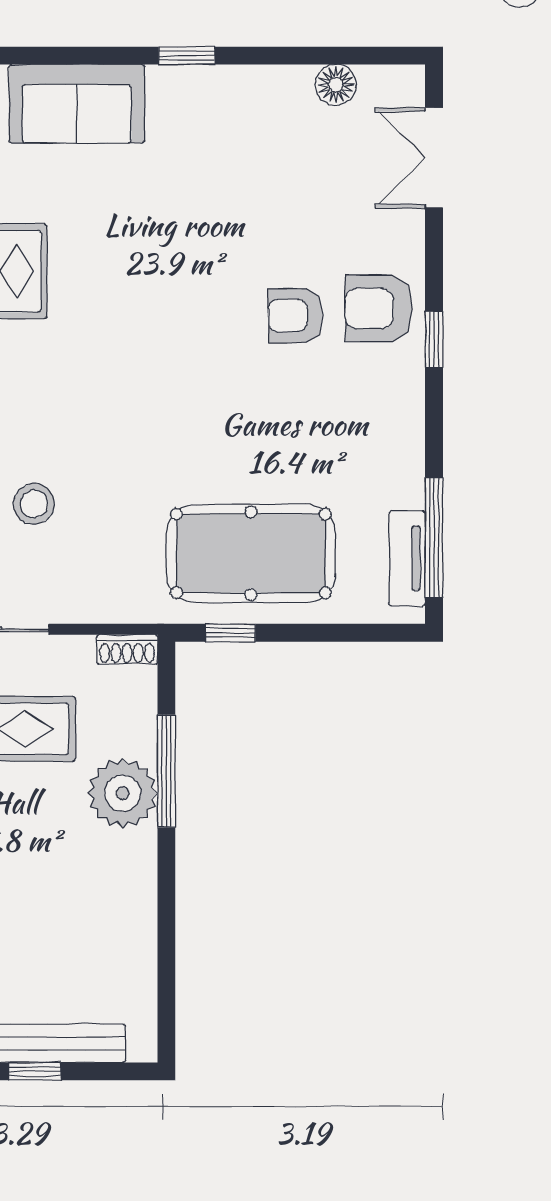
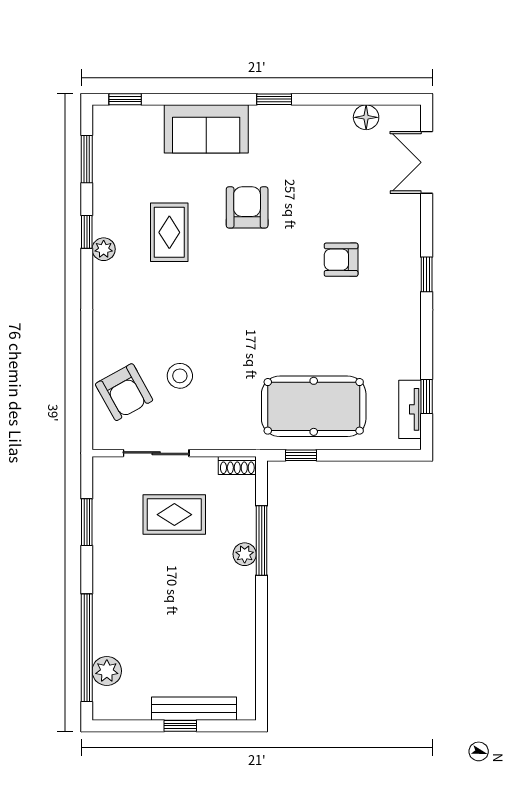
armchair: (379, 309) -> (247, 207), moved, turned 90
window: (434, 537) -> (427, 396), width x0.46
plant: (123, 793) -> (245, 554), width x0.53, depth x0.53

